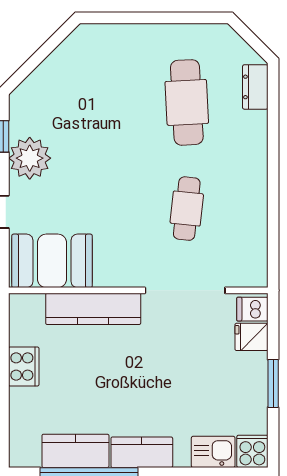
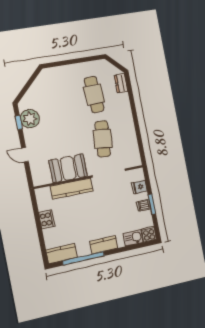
plant: (30, 158) -> (30, 119), moved
cafe table: (187, 209) -> (103, 139), width x1.37, depth x1.35
booth: (52, 261) -> (68, 168), moved
dishwasher: (252, 309) -> (143, 205), moved
kitchen counter: (75, 451) -> (62, 254), moved

